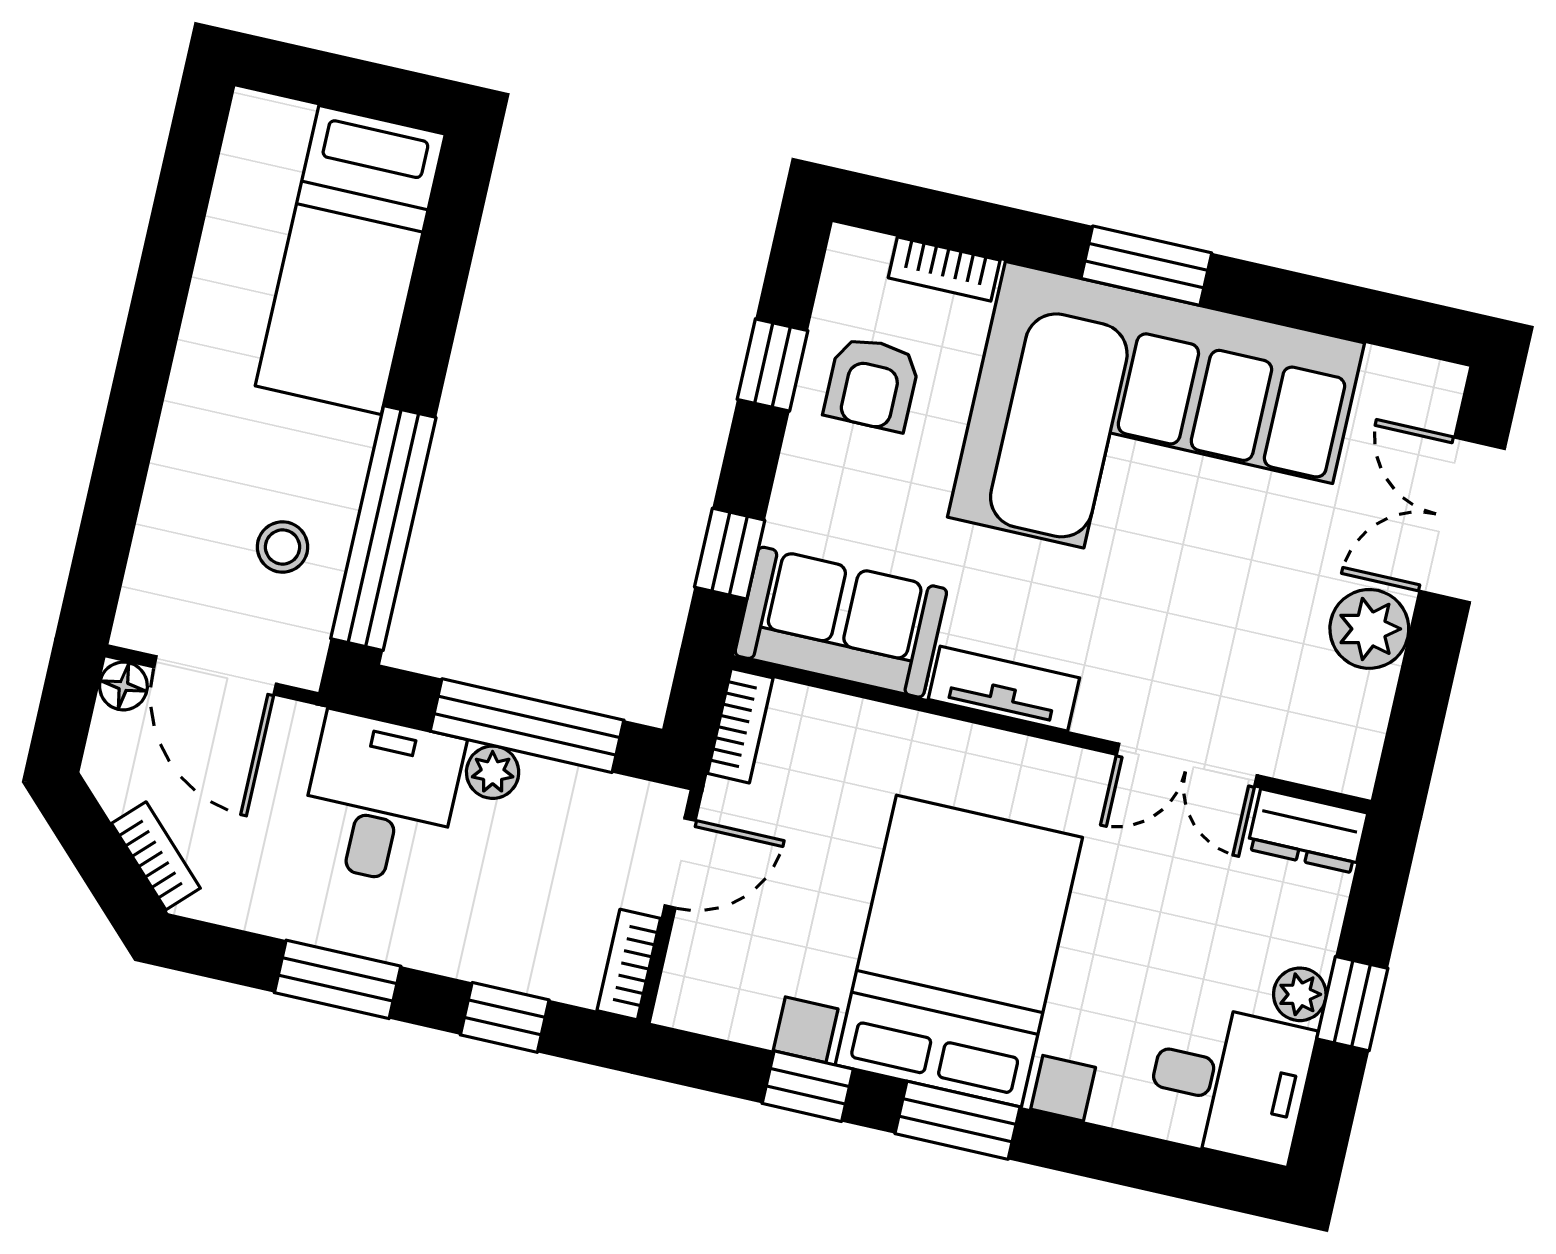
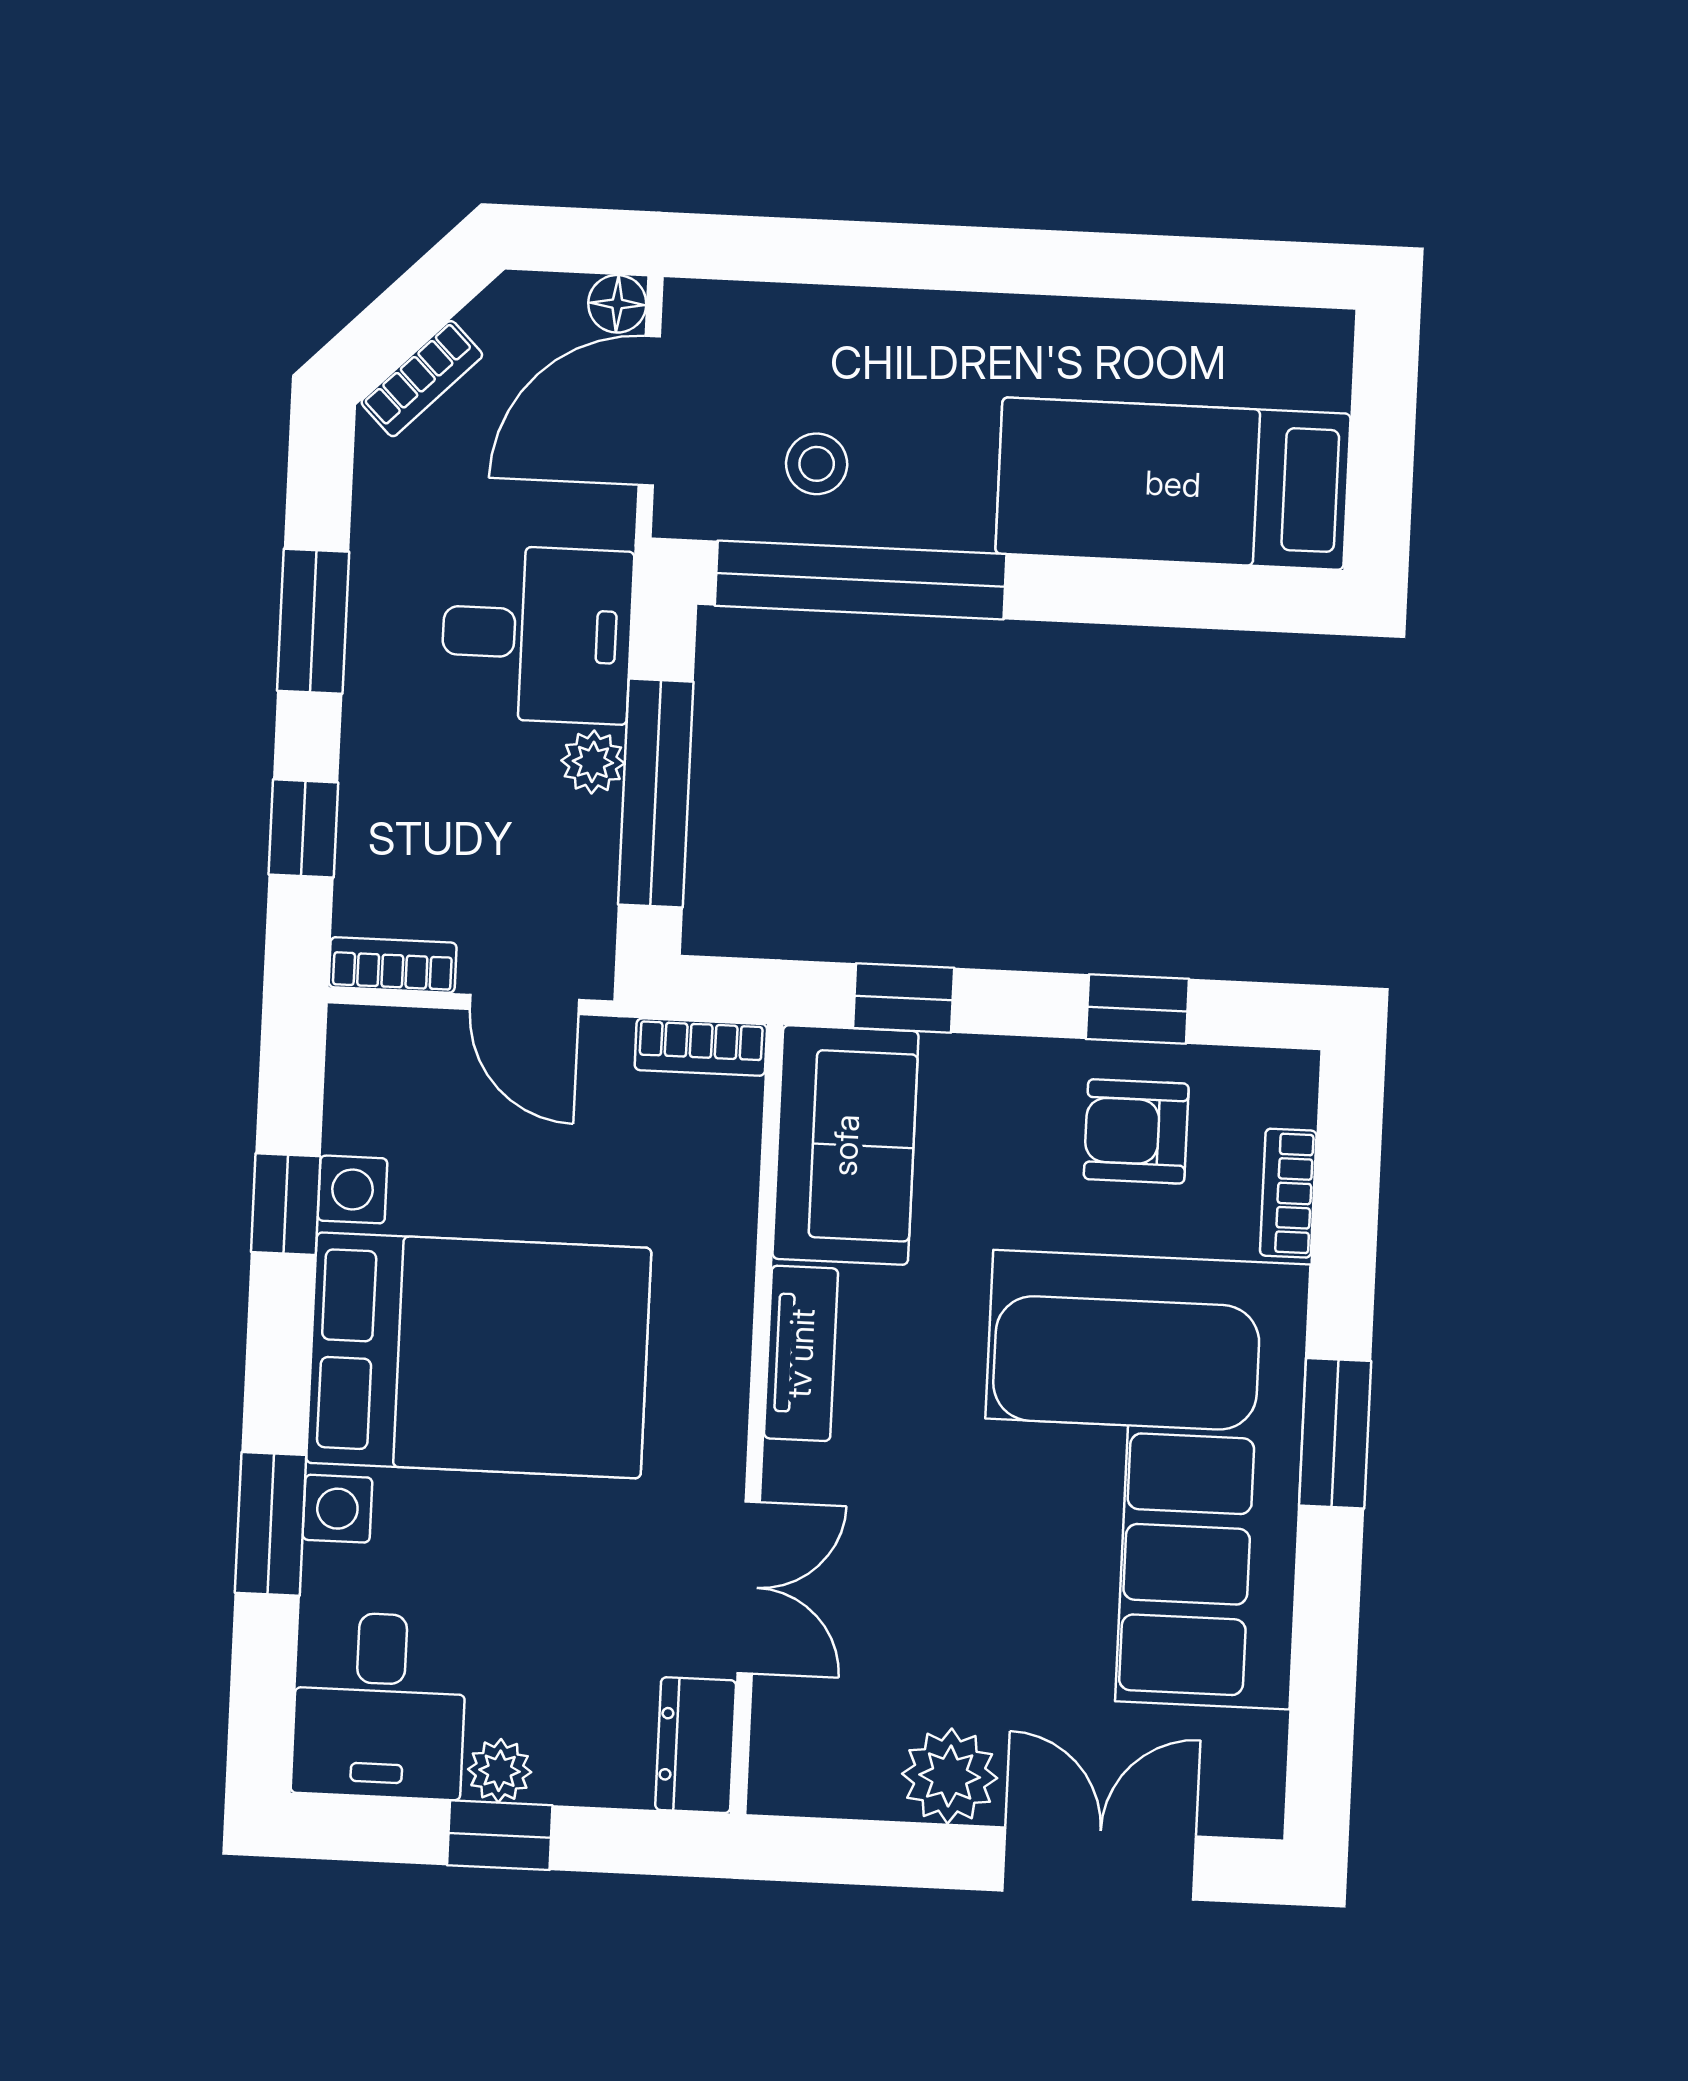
double door: (1187, 765) -> (749, 1587), swing flipped
window: (958, 1120) -> (271, 1524), moved

